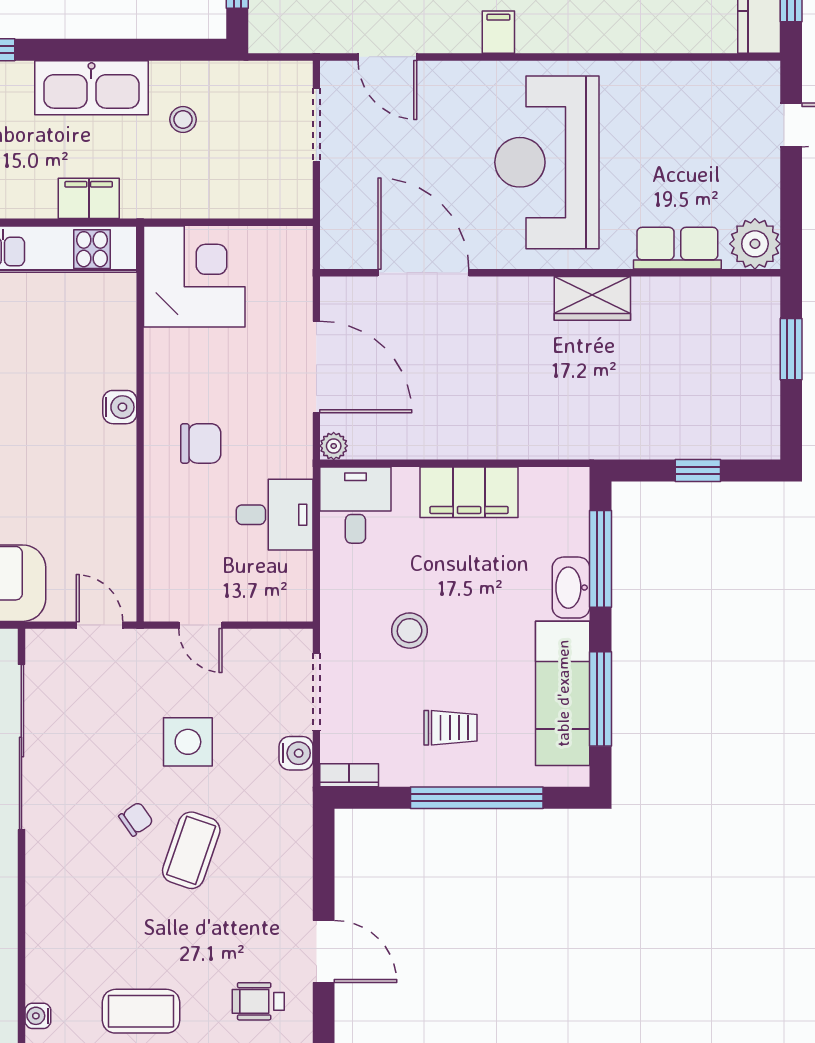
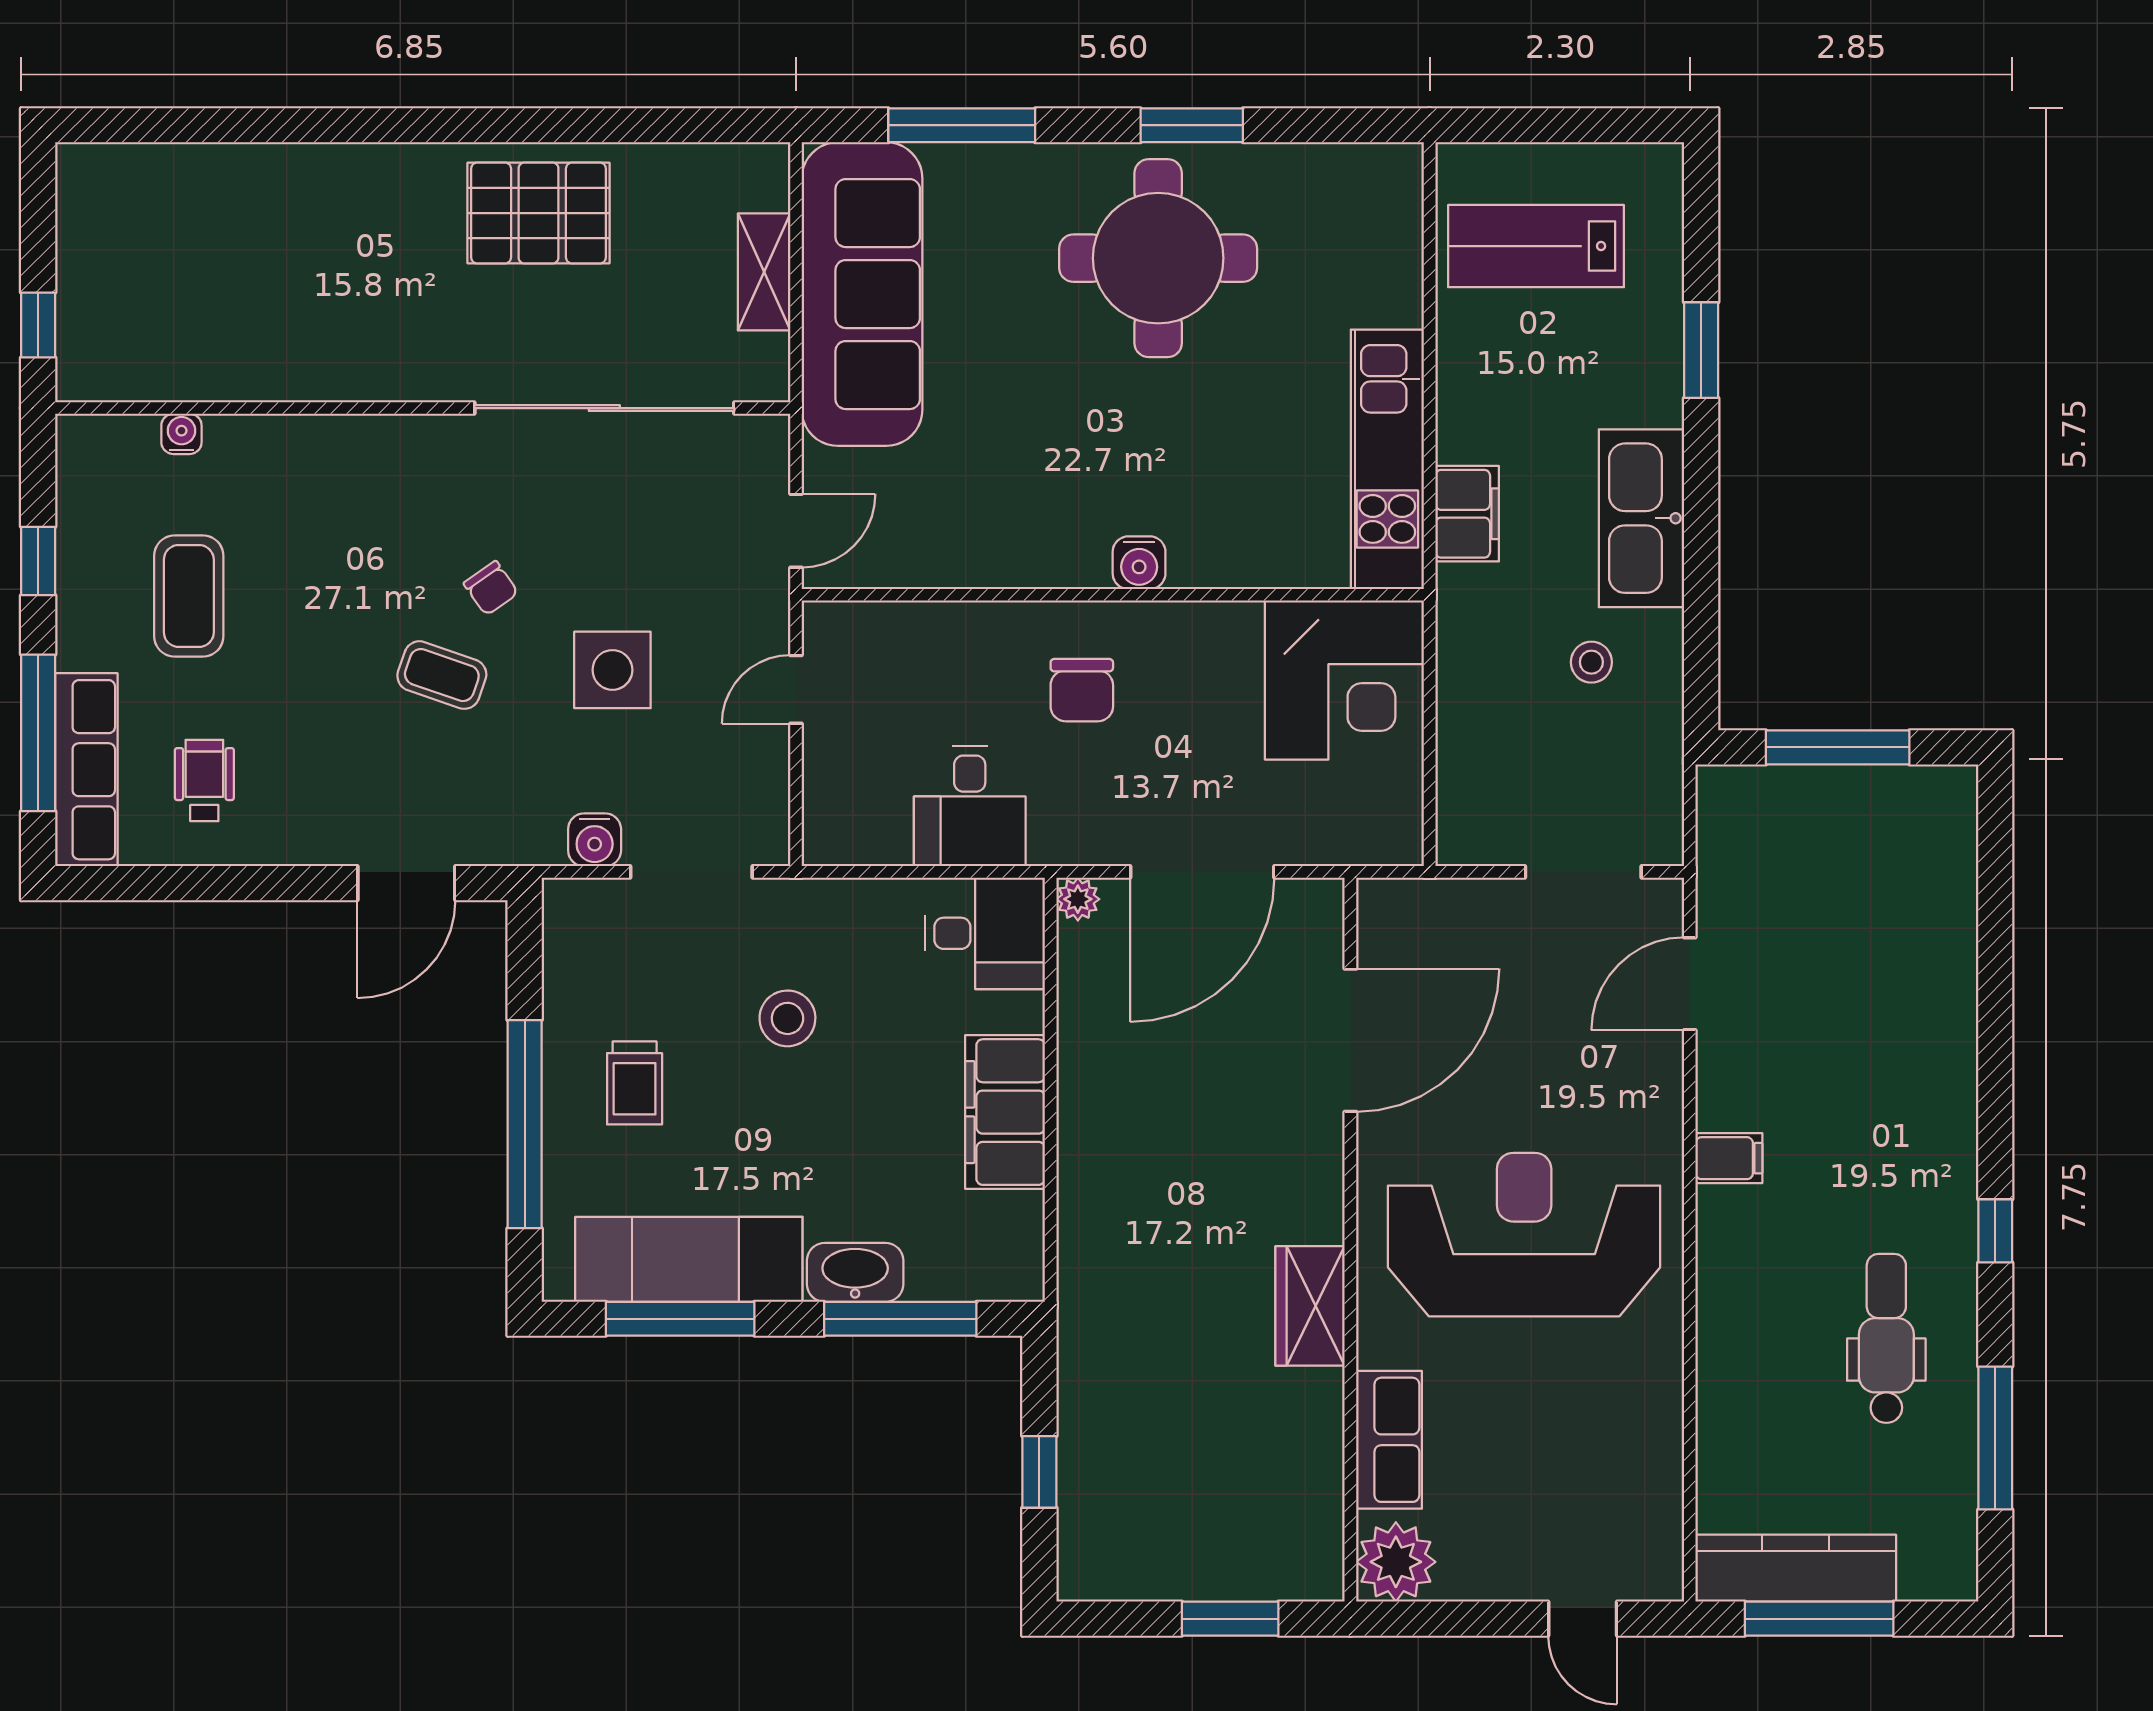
bookcase: (349, 775) -> (560, 923), removed
coffee table: (191, 850) -> (442, 675), width x0.73, depth x0.77
door: (324, 951) -> (406, 883), moved

